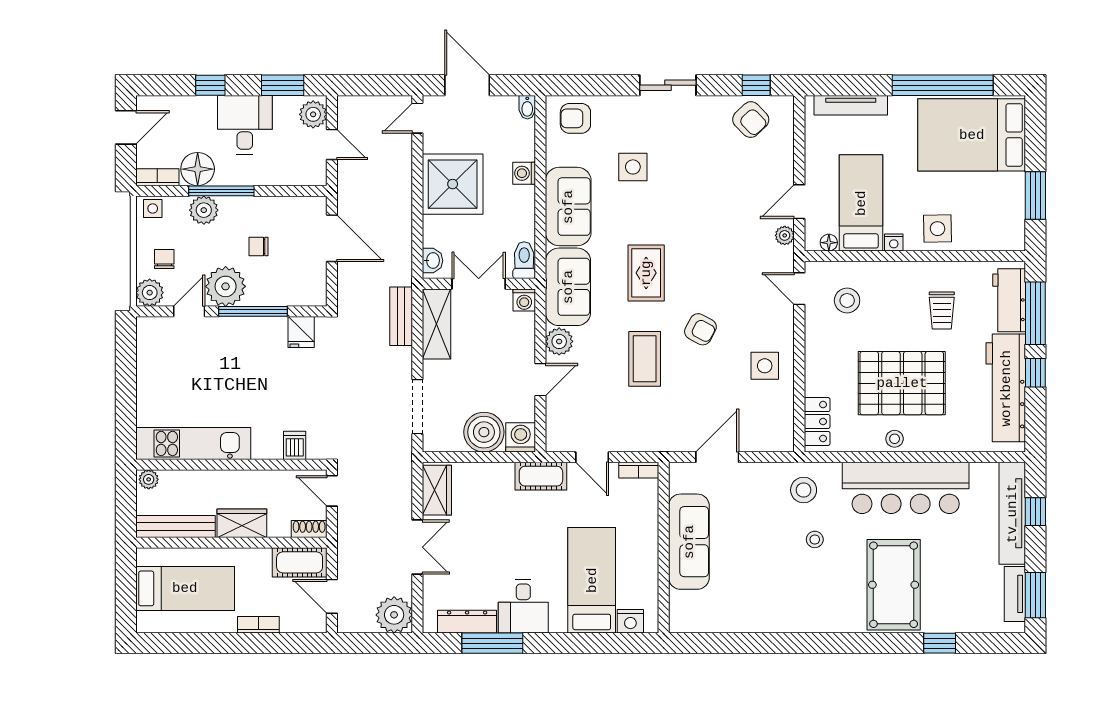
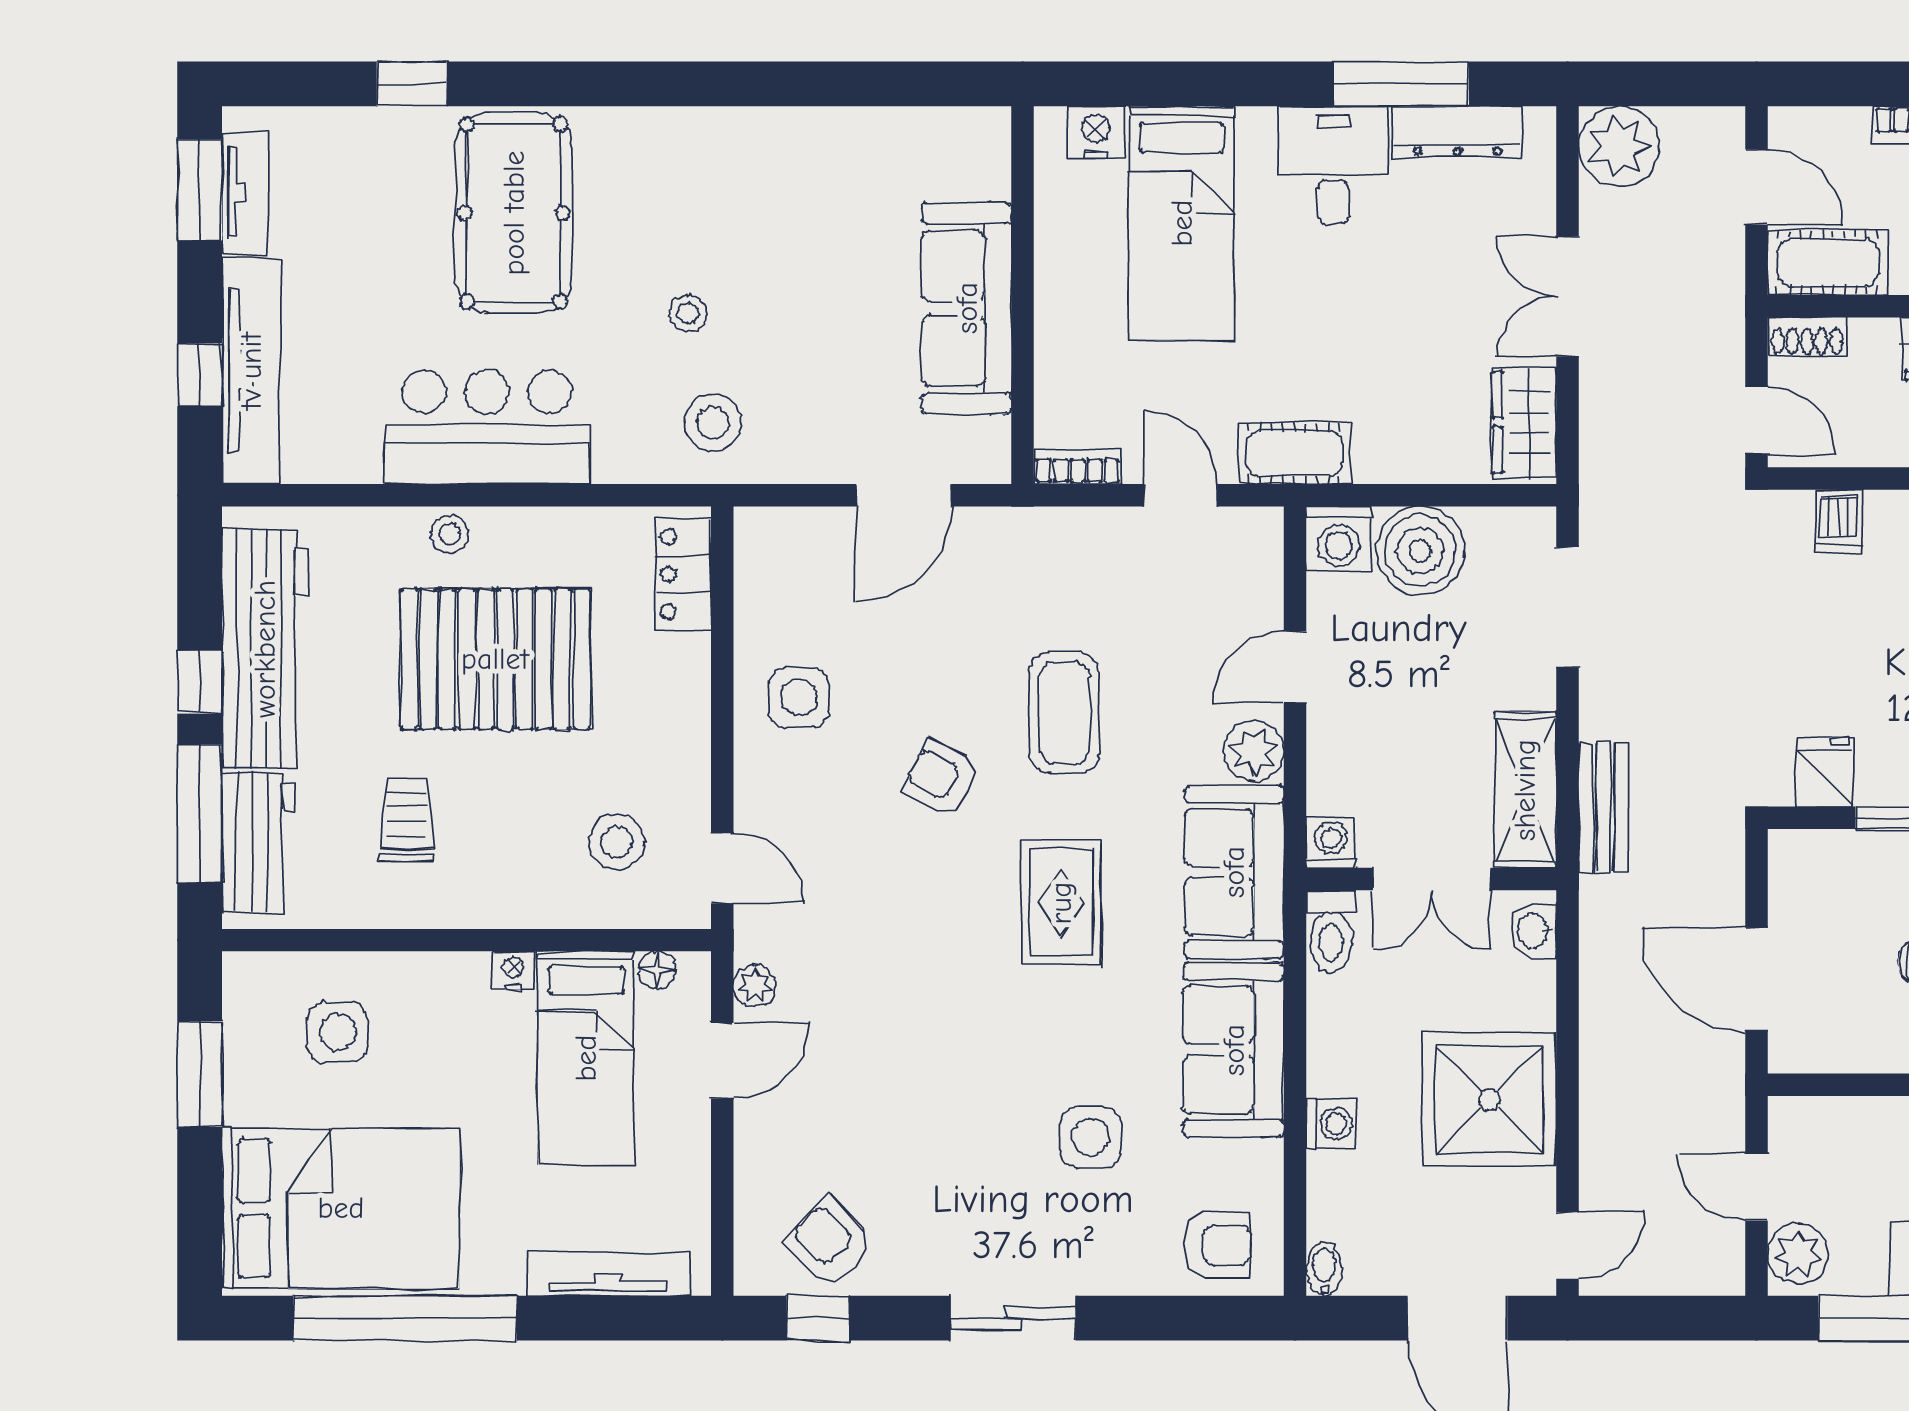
side table: (938, 229) -> (338, 1032), moved
stool: (895, 439) -> (450, 534), moved
bar counter: (906, 488) -> (487, 427), width x0.73

